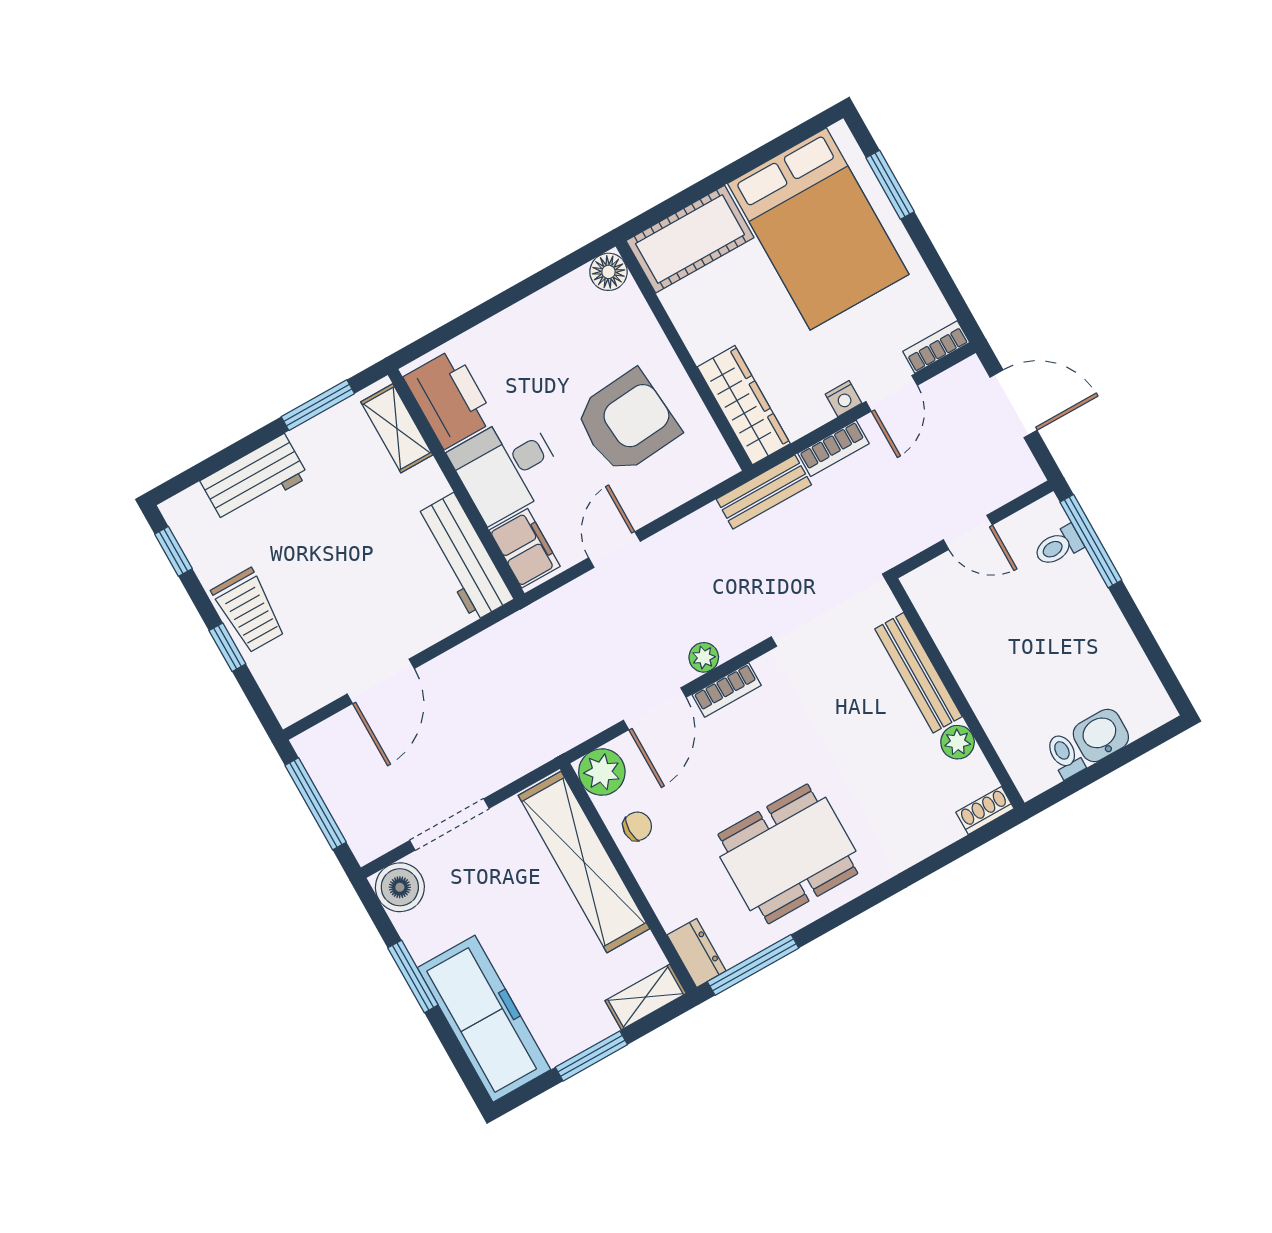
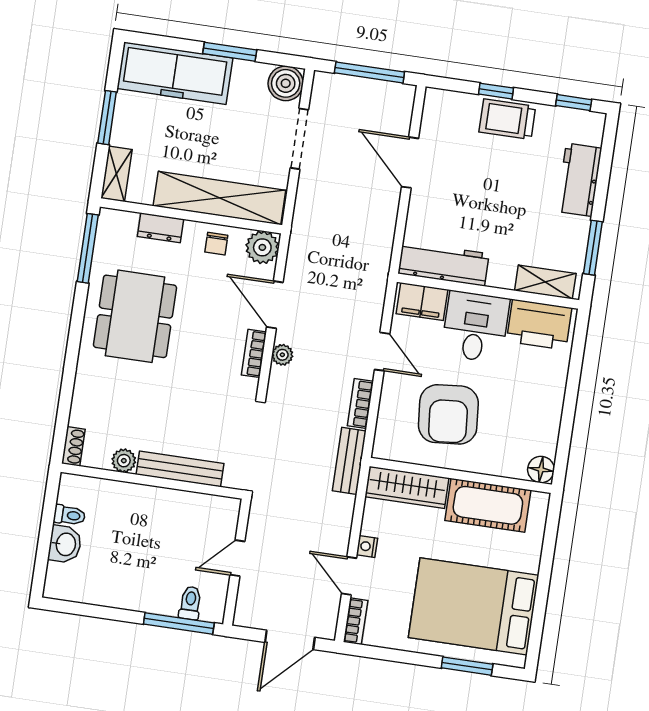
cot: (690, 239) -> (488, 505), moved, turned 90
bookcase: (833, 448) -> (360, 404), moved
dresser: (697, 953) -> (161, 228), moved

